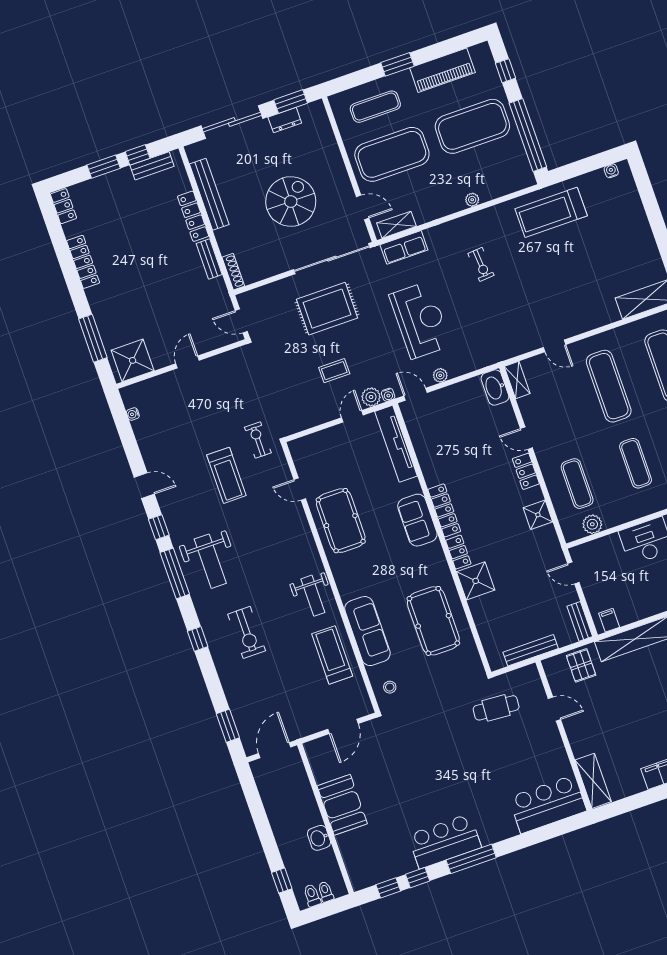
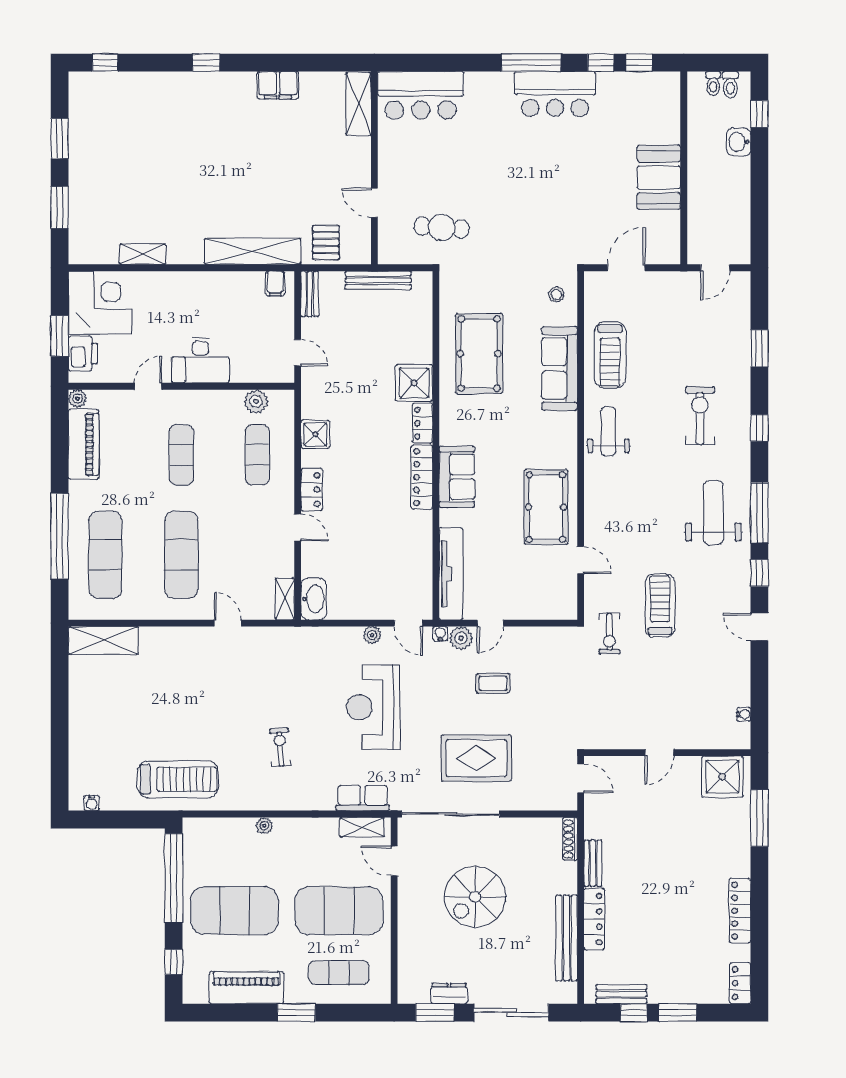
window: (228, 726) -> (759, 348), moved
door: (275, 750) -> (715, 268), width x0.73
washbasin: (319, 838) -> (739, 142), moved, turned 180

